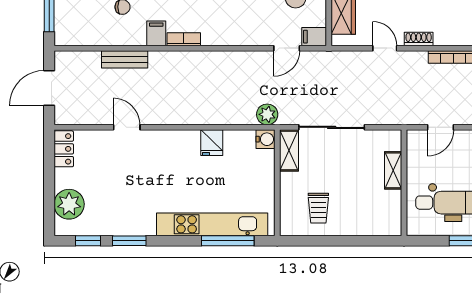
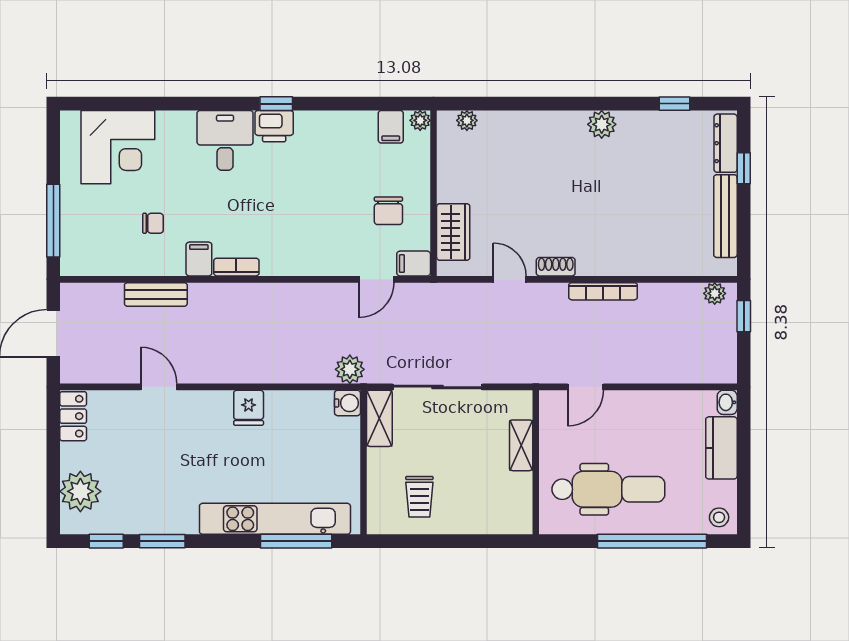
fridge: (212, 143) -> (249, 408), moved

